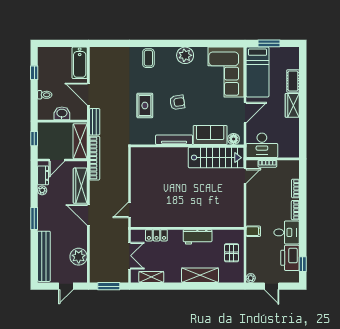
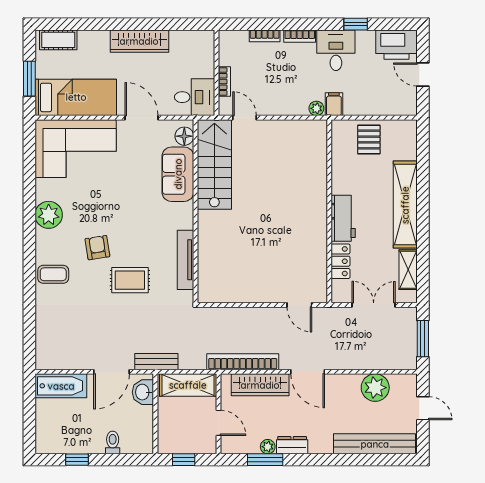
cot: (293, 81) -> (58, 40), moved
armchair: (177, 102) -> (97, 248), moved
wardrobe: (292, 105) -> (139, 41), width x1.50
washbasin: (62, 113) -> (143, 392), moved
tv unit: (174, 140) -> (186, 260), moved
desk: (262, 145) -> (195, 97), width x0.73
bookcase: (95, 158) -> (243, 362), moved
dresser: (43, 175) -> (292, 445), moved
door: (88, 215) -> (308, 372), hinge flipped
window: (34, 219) -> (265, 460), moved
workbench: (198, 237) -> (343, 218), moved
pallet: (232, 253) -> (369, 139), turned 90
printer: (290, 258) -> (396, 45), moved
window: (303, 264) -> (356, 24), moved
shelving: (200, 275) -> (405, 205), width x1.47
plant: (251, 278) -> (316, 108), moved
door: (272, 286) -> (423, 74), swing flipped

